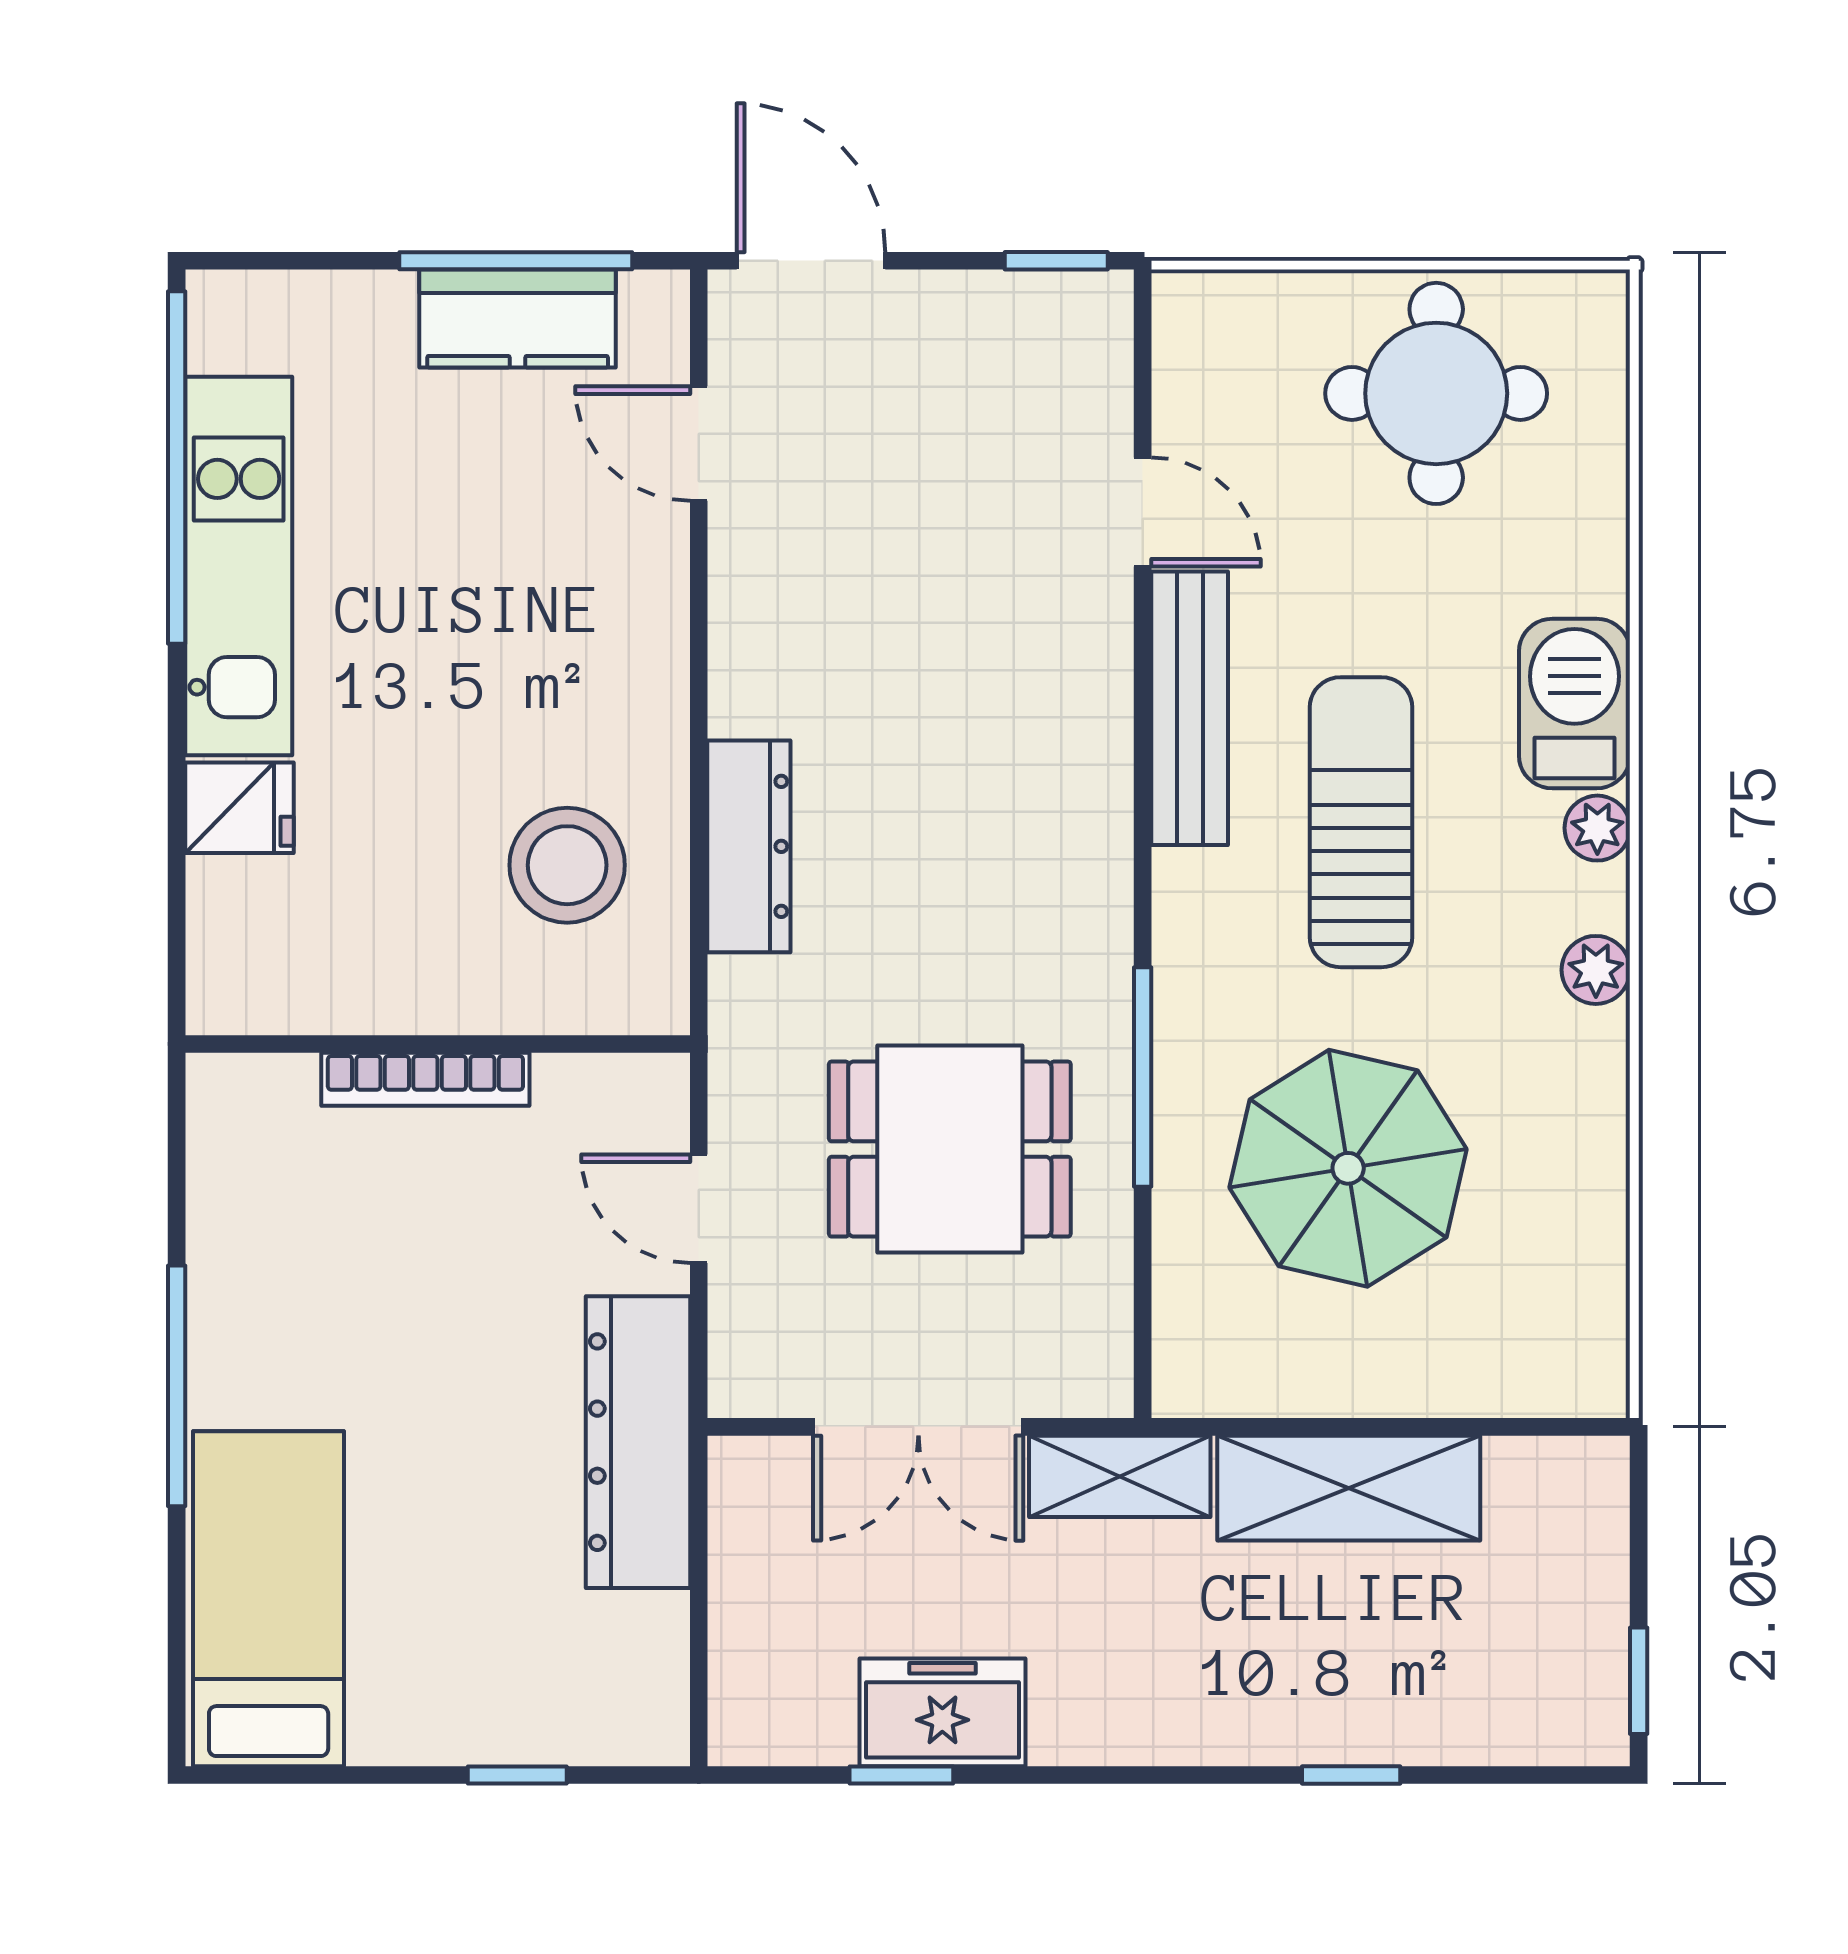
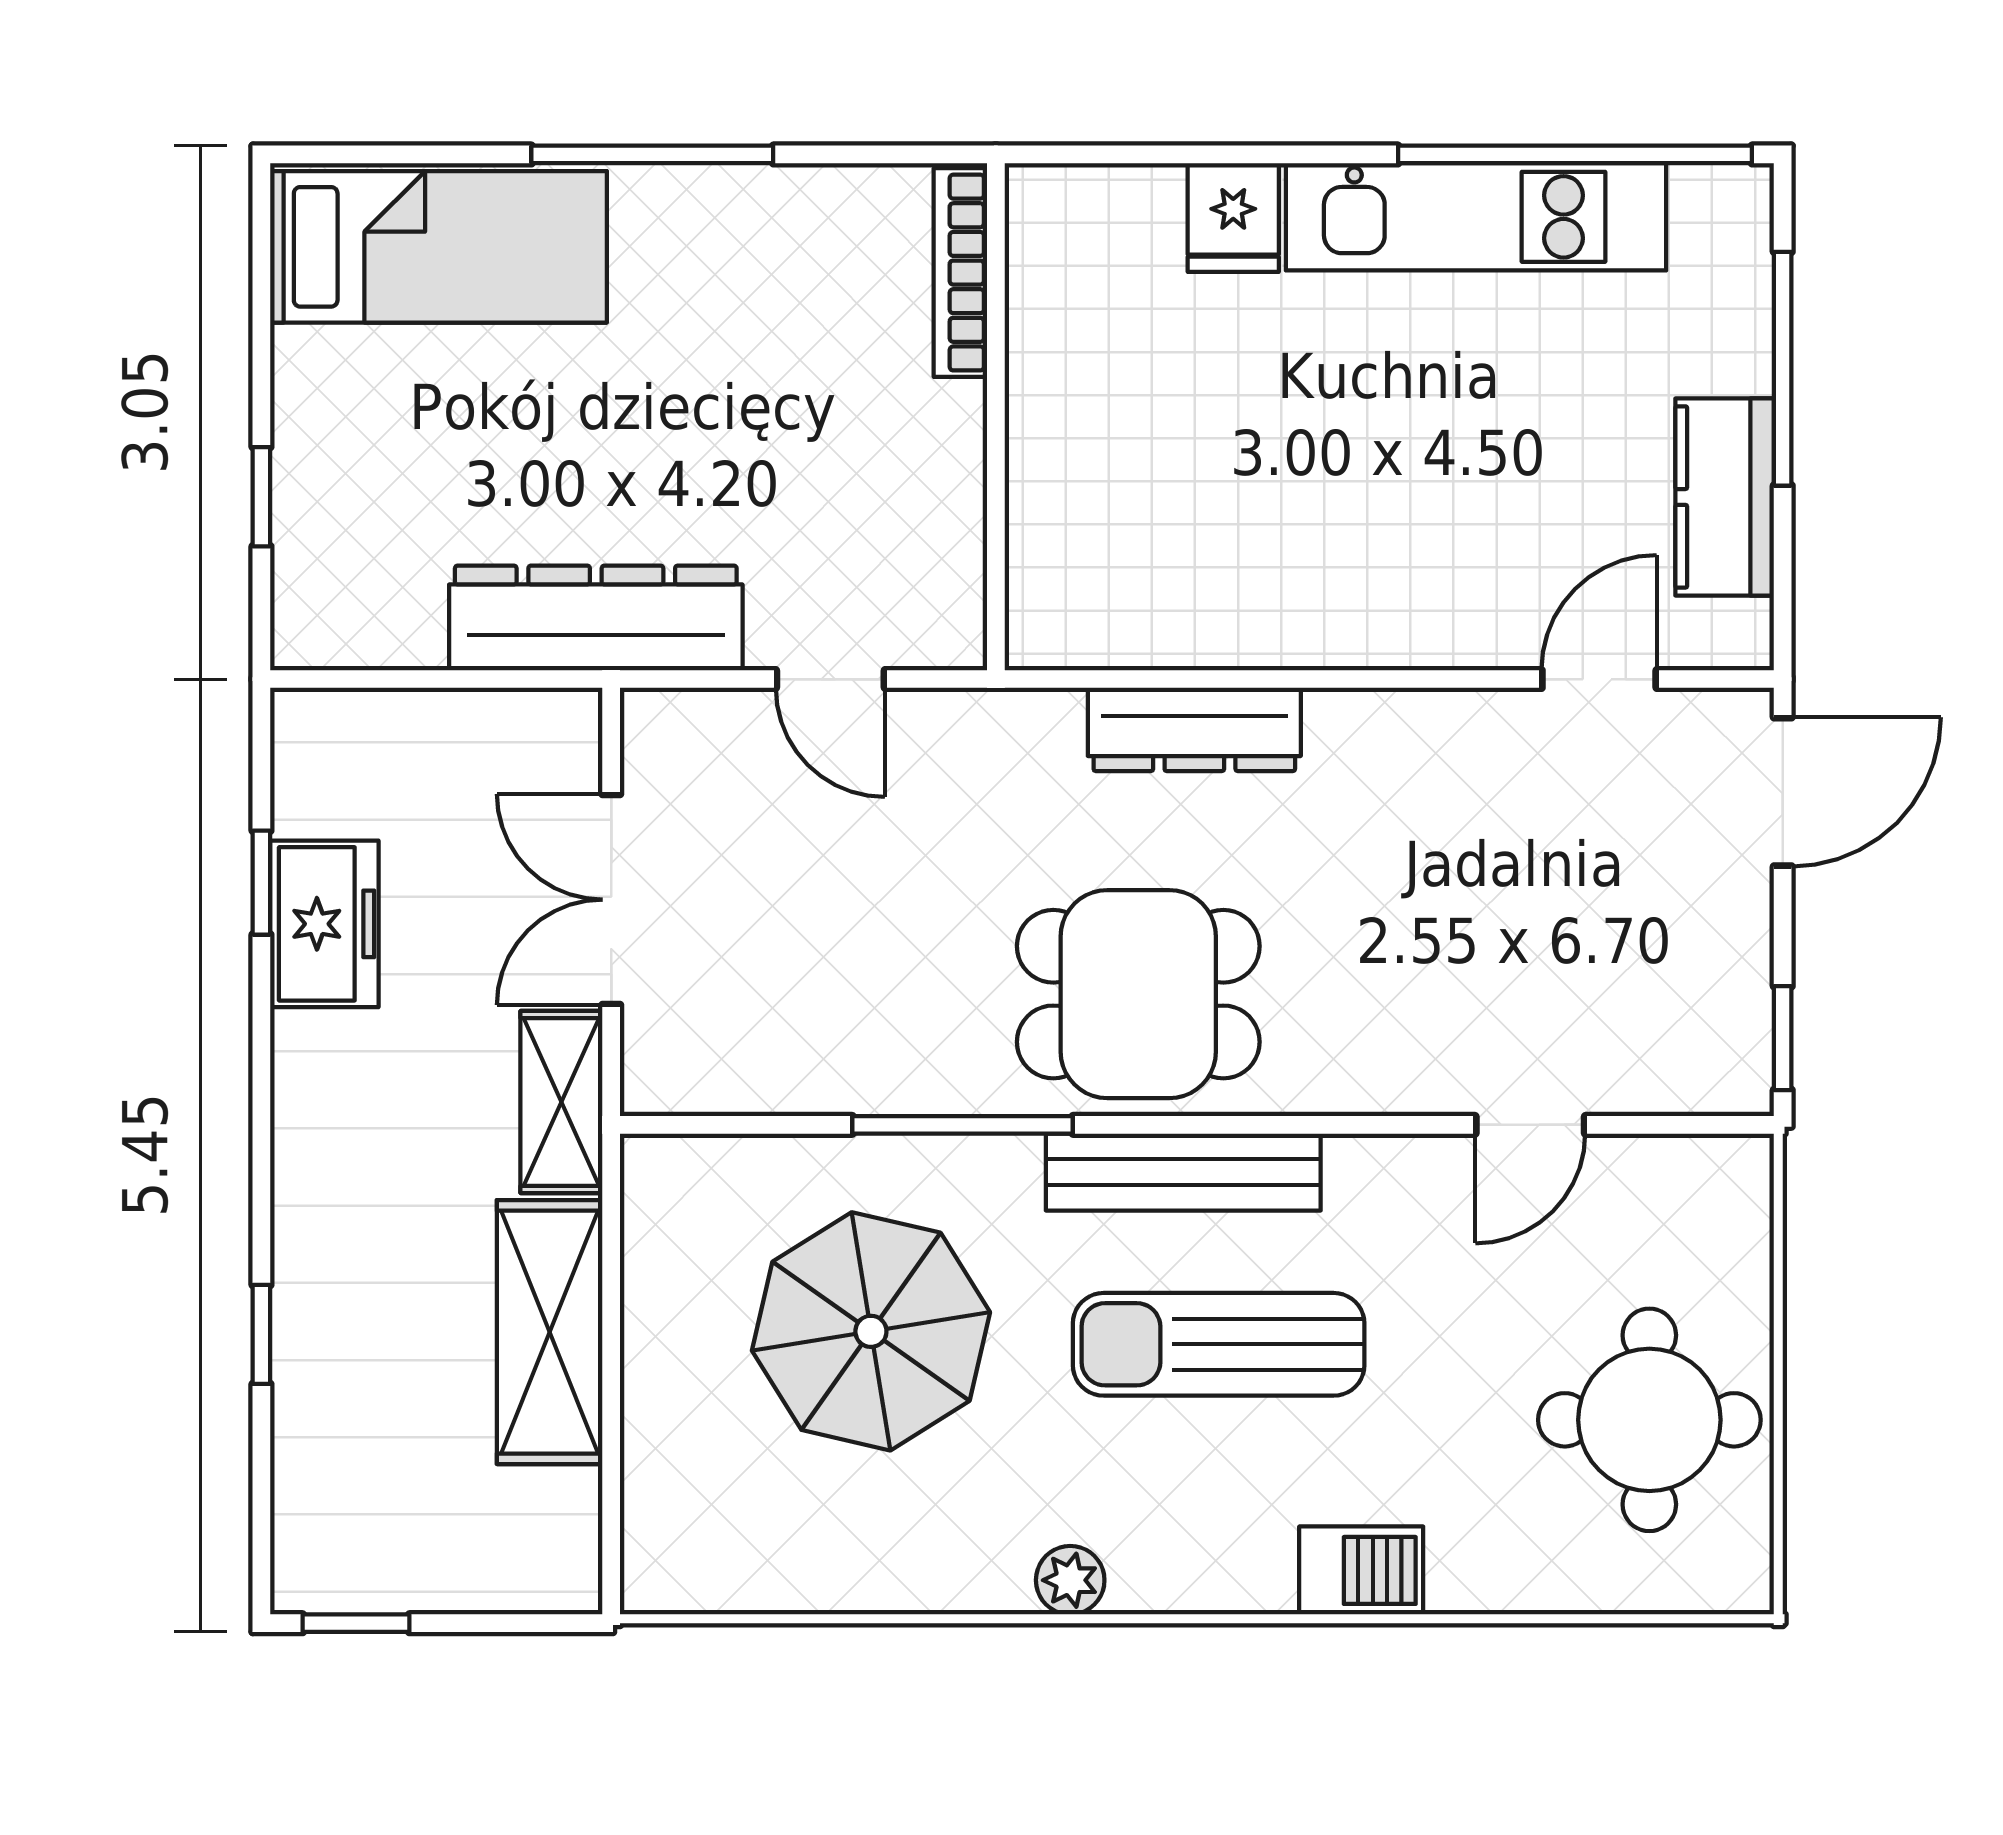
window: (516, 261) -> (1783, 369), moved
barbecue: (1574, 704) -> (1361, 1570), width x0.73, depth x0.79
bench: (1190, 708) -> (1183, 1172), moved
sun lounger: (1361, 822) -> (1219, 1344), turned 180
plant: (1597, 828) -> (1213, 1582), removed
stool: (567, 865) -> (1175, 547), removed
bookcase: (425, 1079) -> (960, 273), moved
dining table: (950, 1149) -> (1138, 994), moved, turned 90
door: (699, 1209) -> (830, 679), swing flipped

